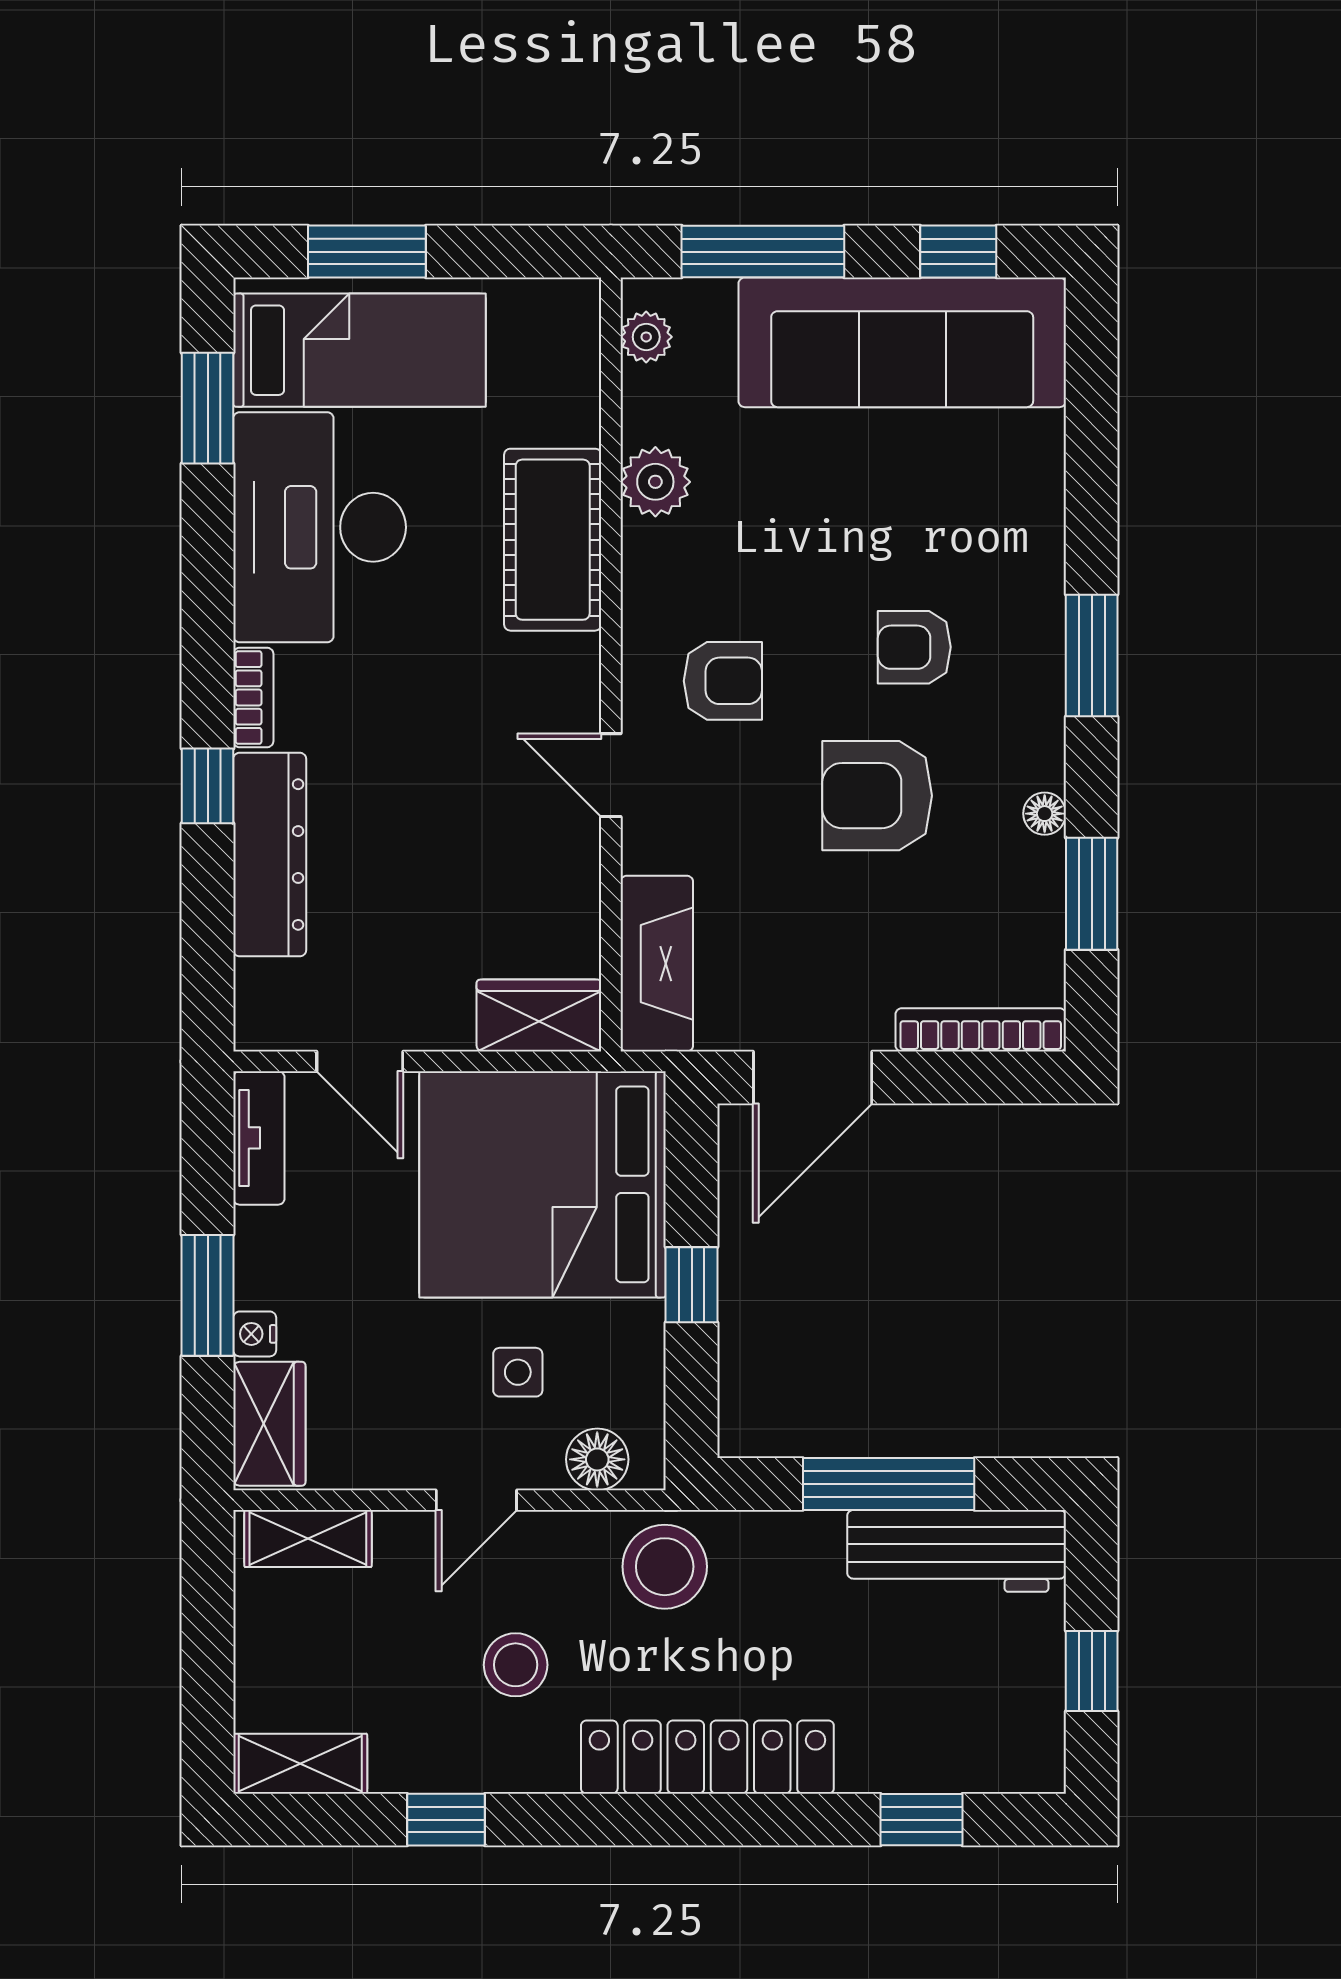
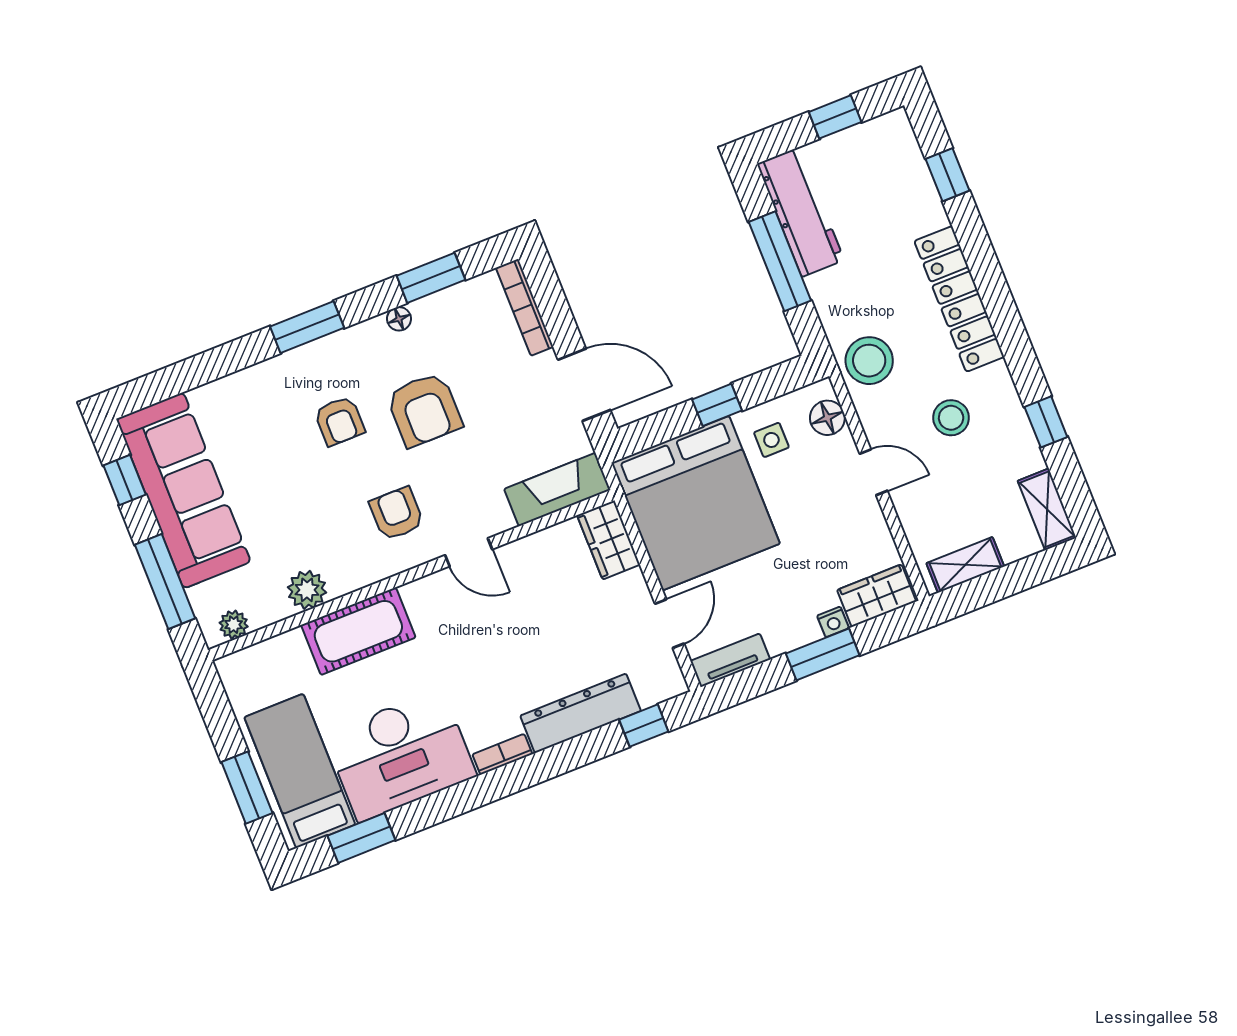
door: (611, 775) -> (469, 552), hinge flipped
window: (208, 786) -> (644, 726), moved
side table: (518, 1372) -> (771, 440), moved
shelving: (308, 1538) -> (965, 565), moved, turned 90

